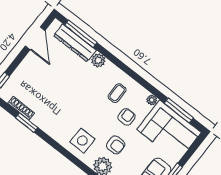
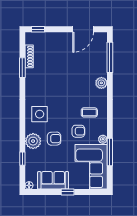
dresser: (75, 43) -> (101, 58), removed
window: (179, 110) -> (110, 152), moved
armchair: (116, 145) -> (54, 139), turned -91

